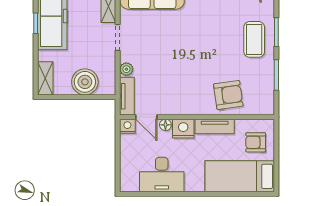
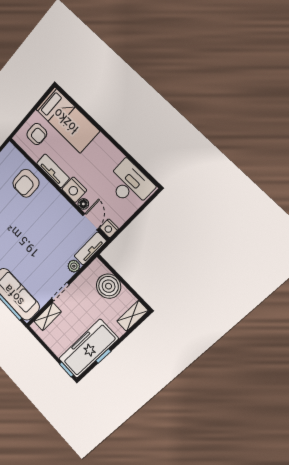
armchair: (228, 95) -> (26, 183), turned -82
desk: (162, 175) -> (130, 184), moved

